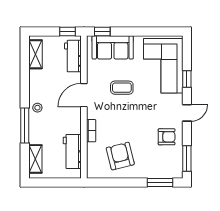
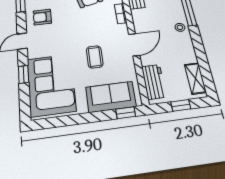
window: (67, 31) -> (181, 105), moved
coffee table: (122, 88) -> (95, 57), turned 90

